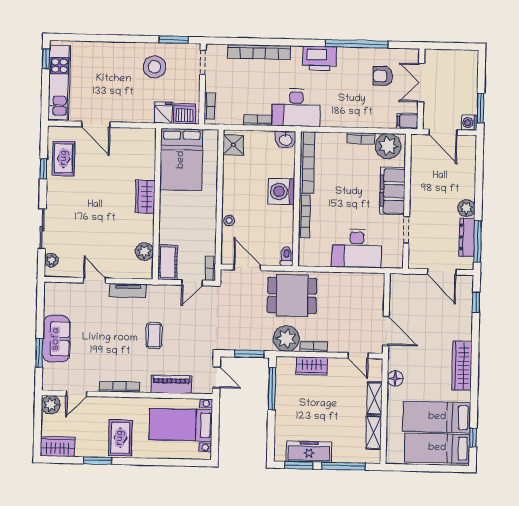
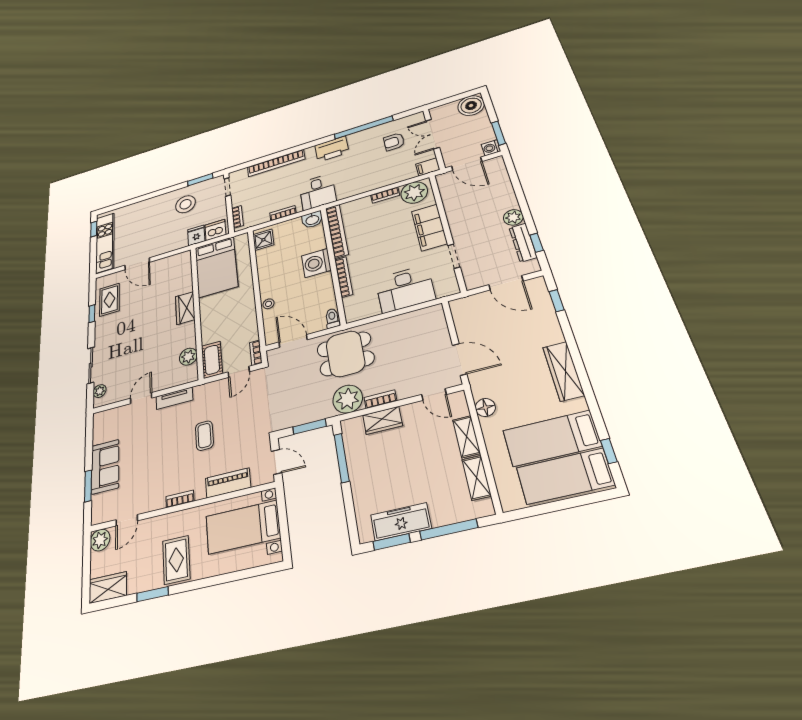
boiler: (465, 63) -> (471, 106), added
desk: (296, 108) -> (318, 192), width x0.73
window: (478, 241) -> (536, 243), width x0.46
door: (94, 280) -> (141, 398), hinge flipped
bookcase: (120, 387) -> (180, 499), width x0.64

